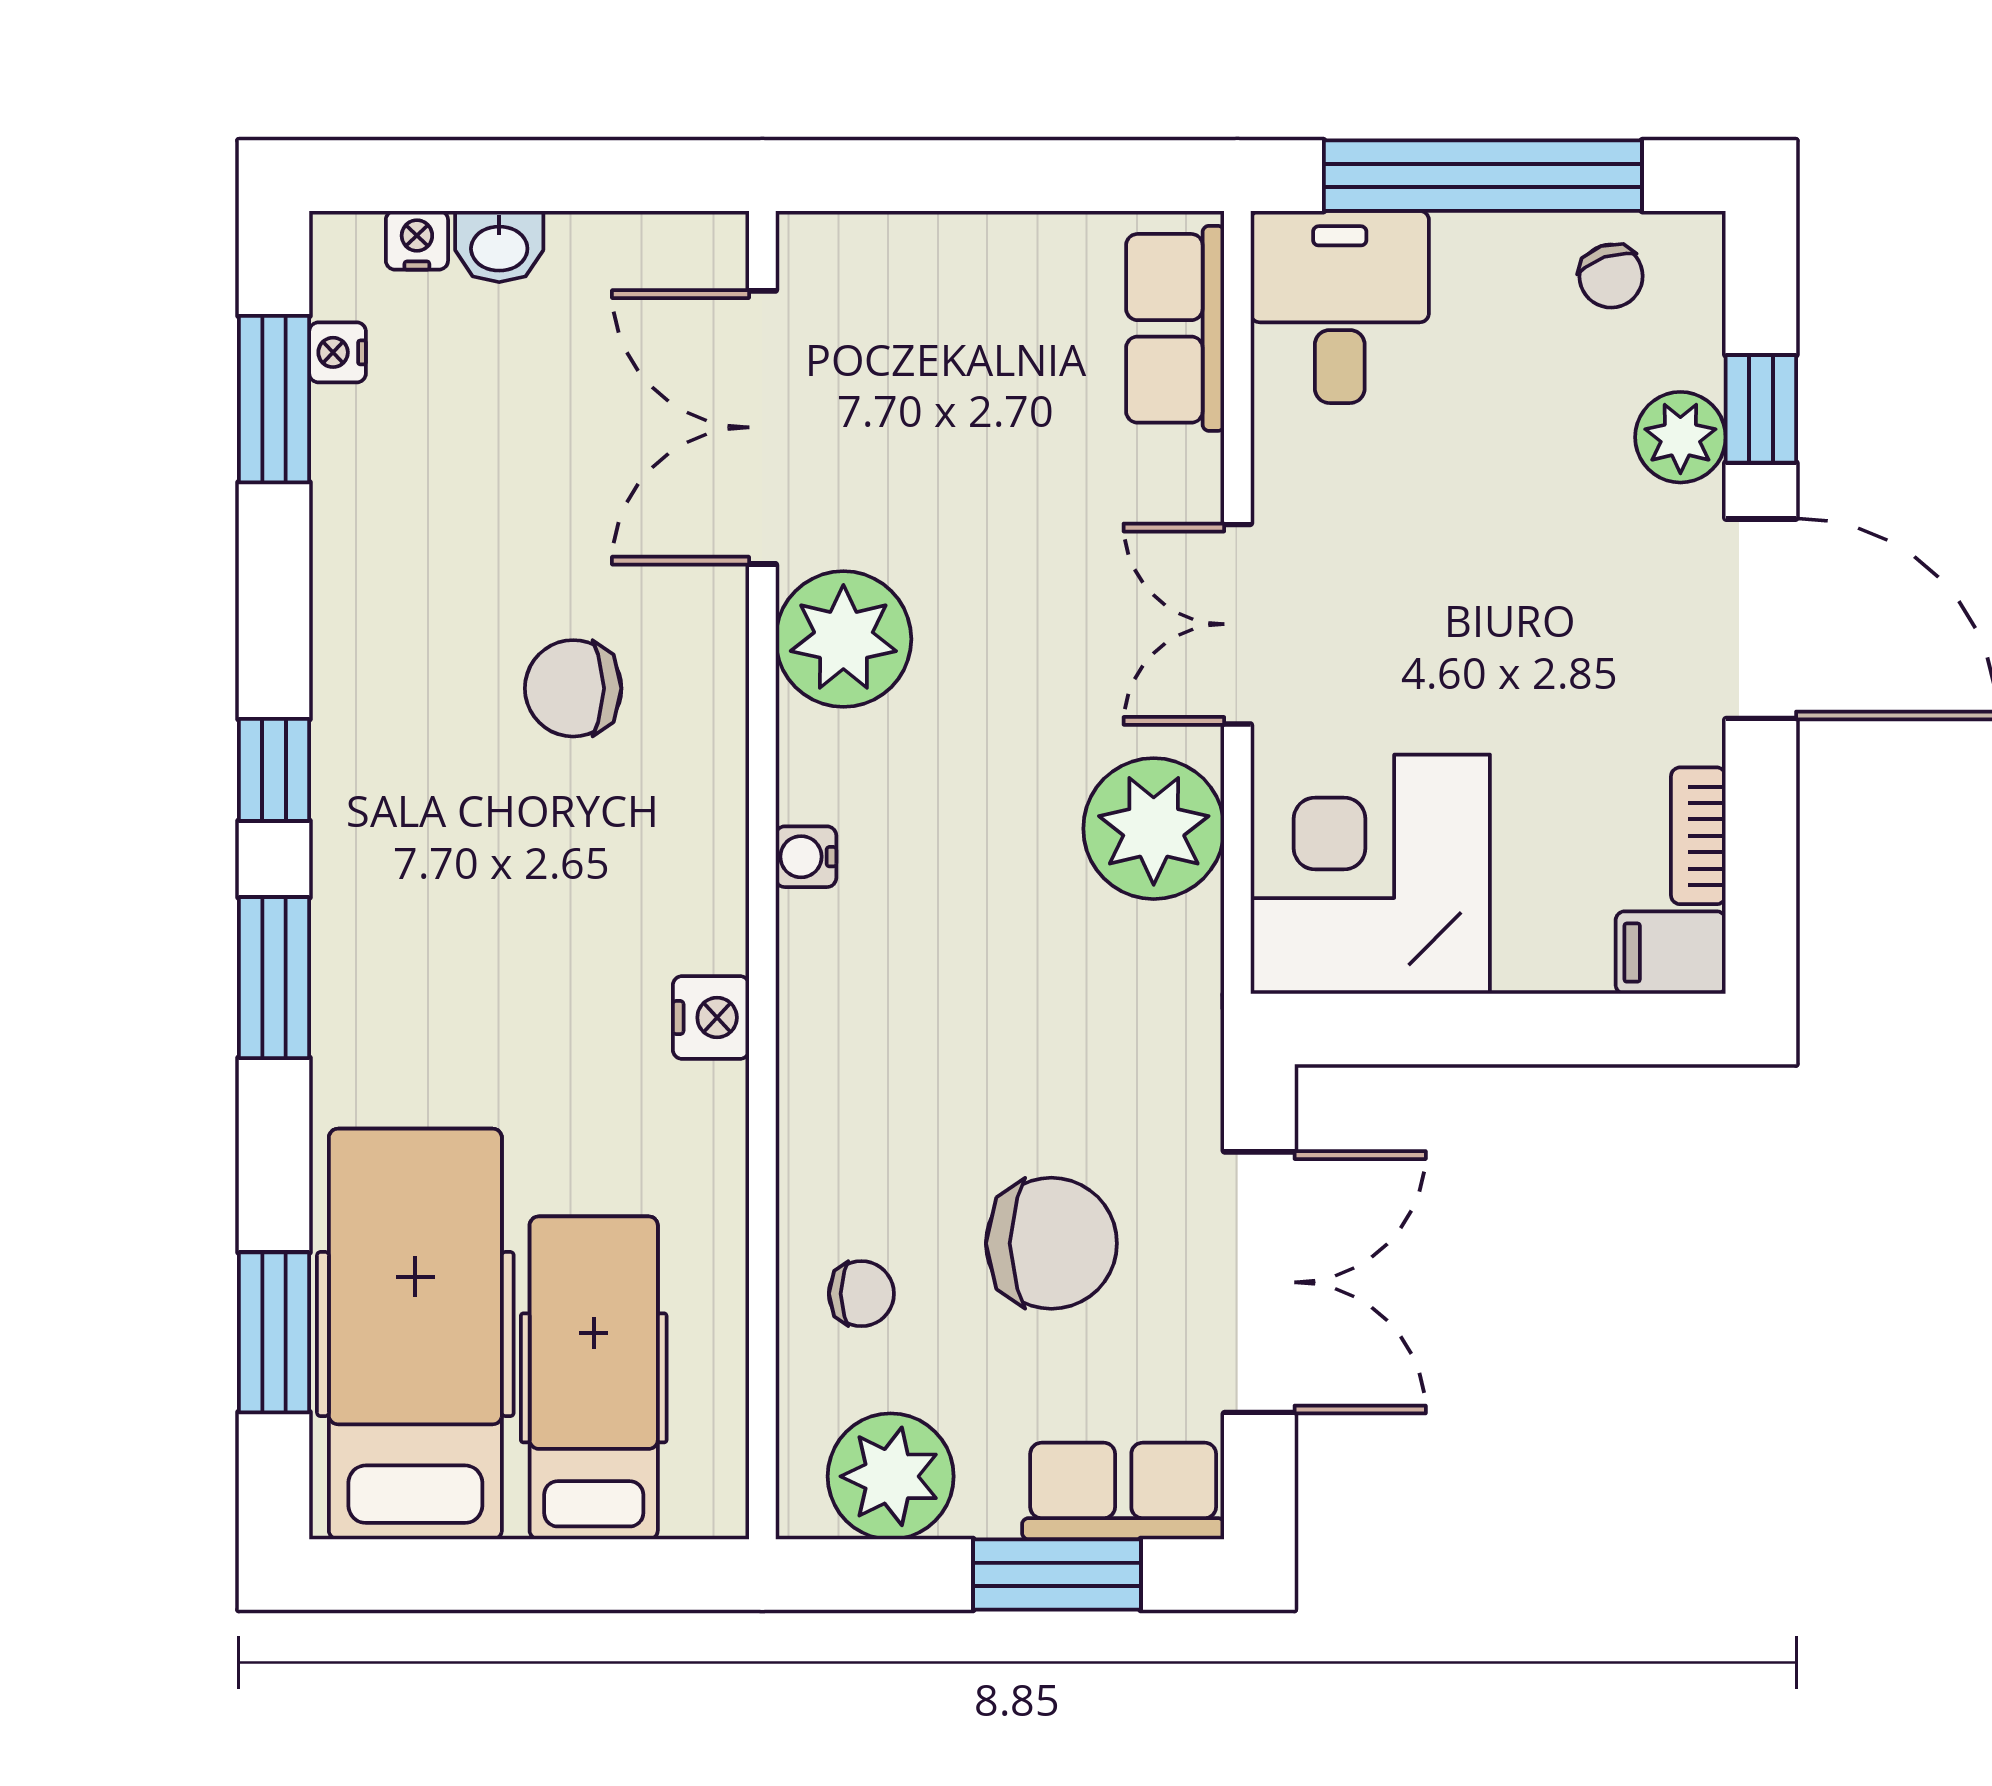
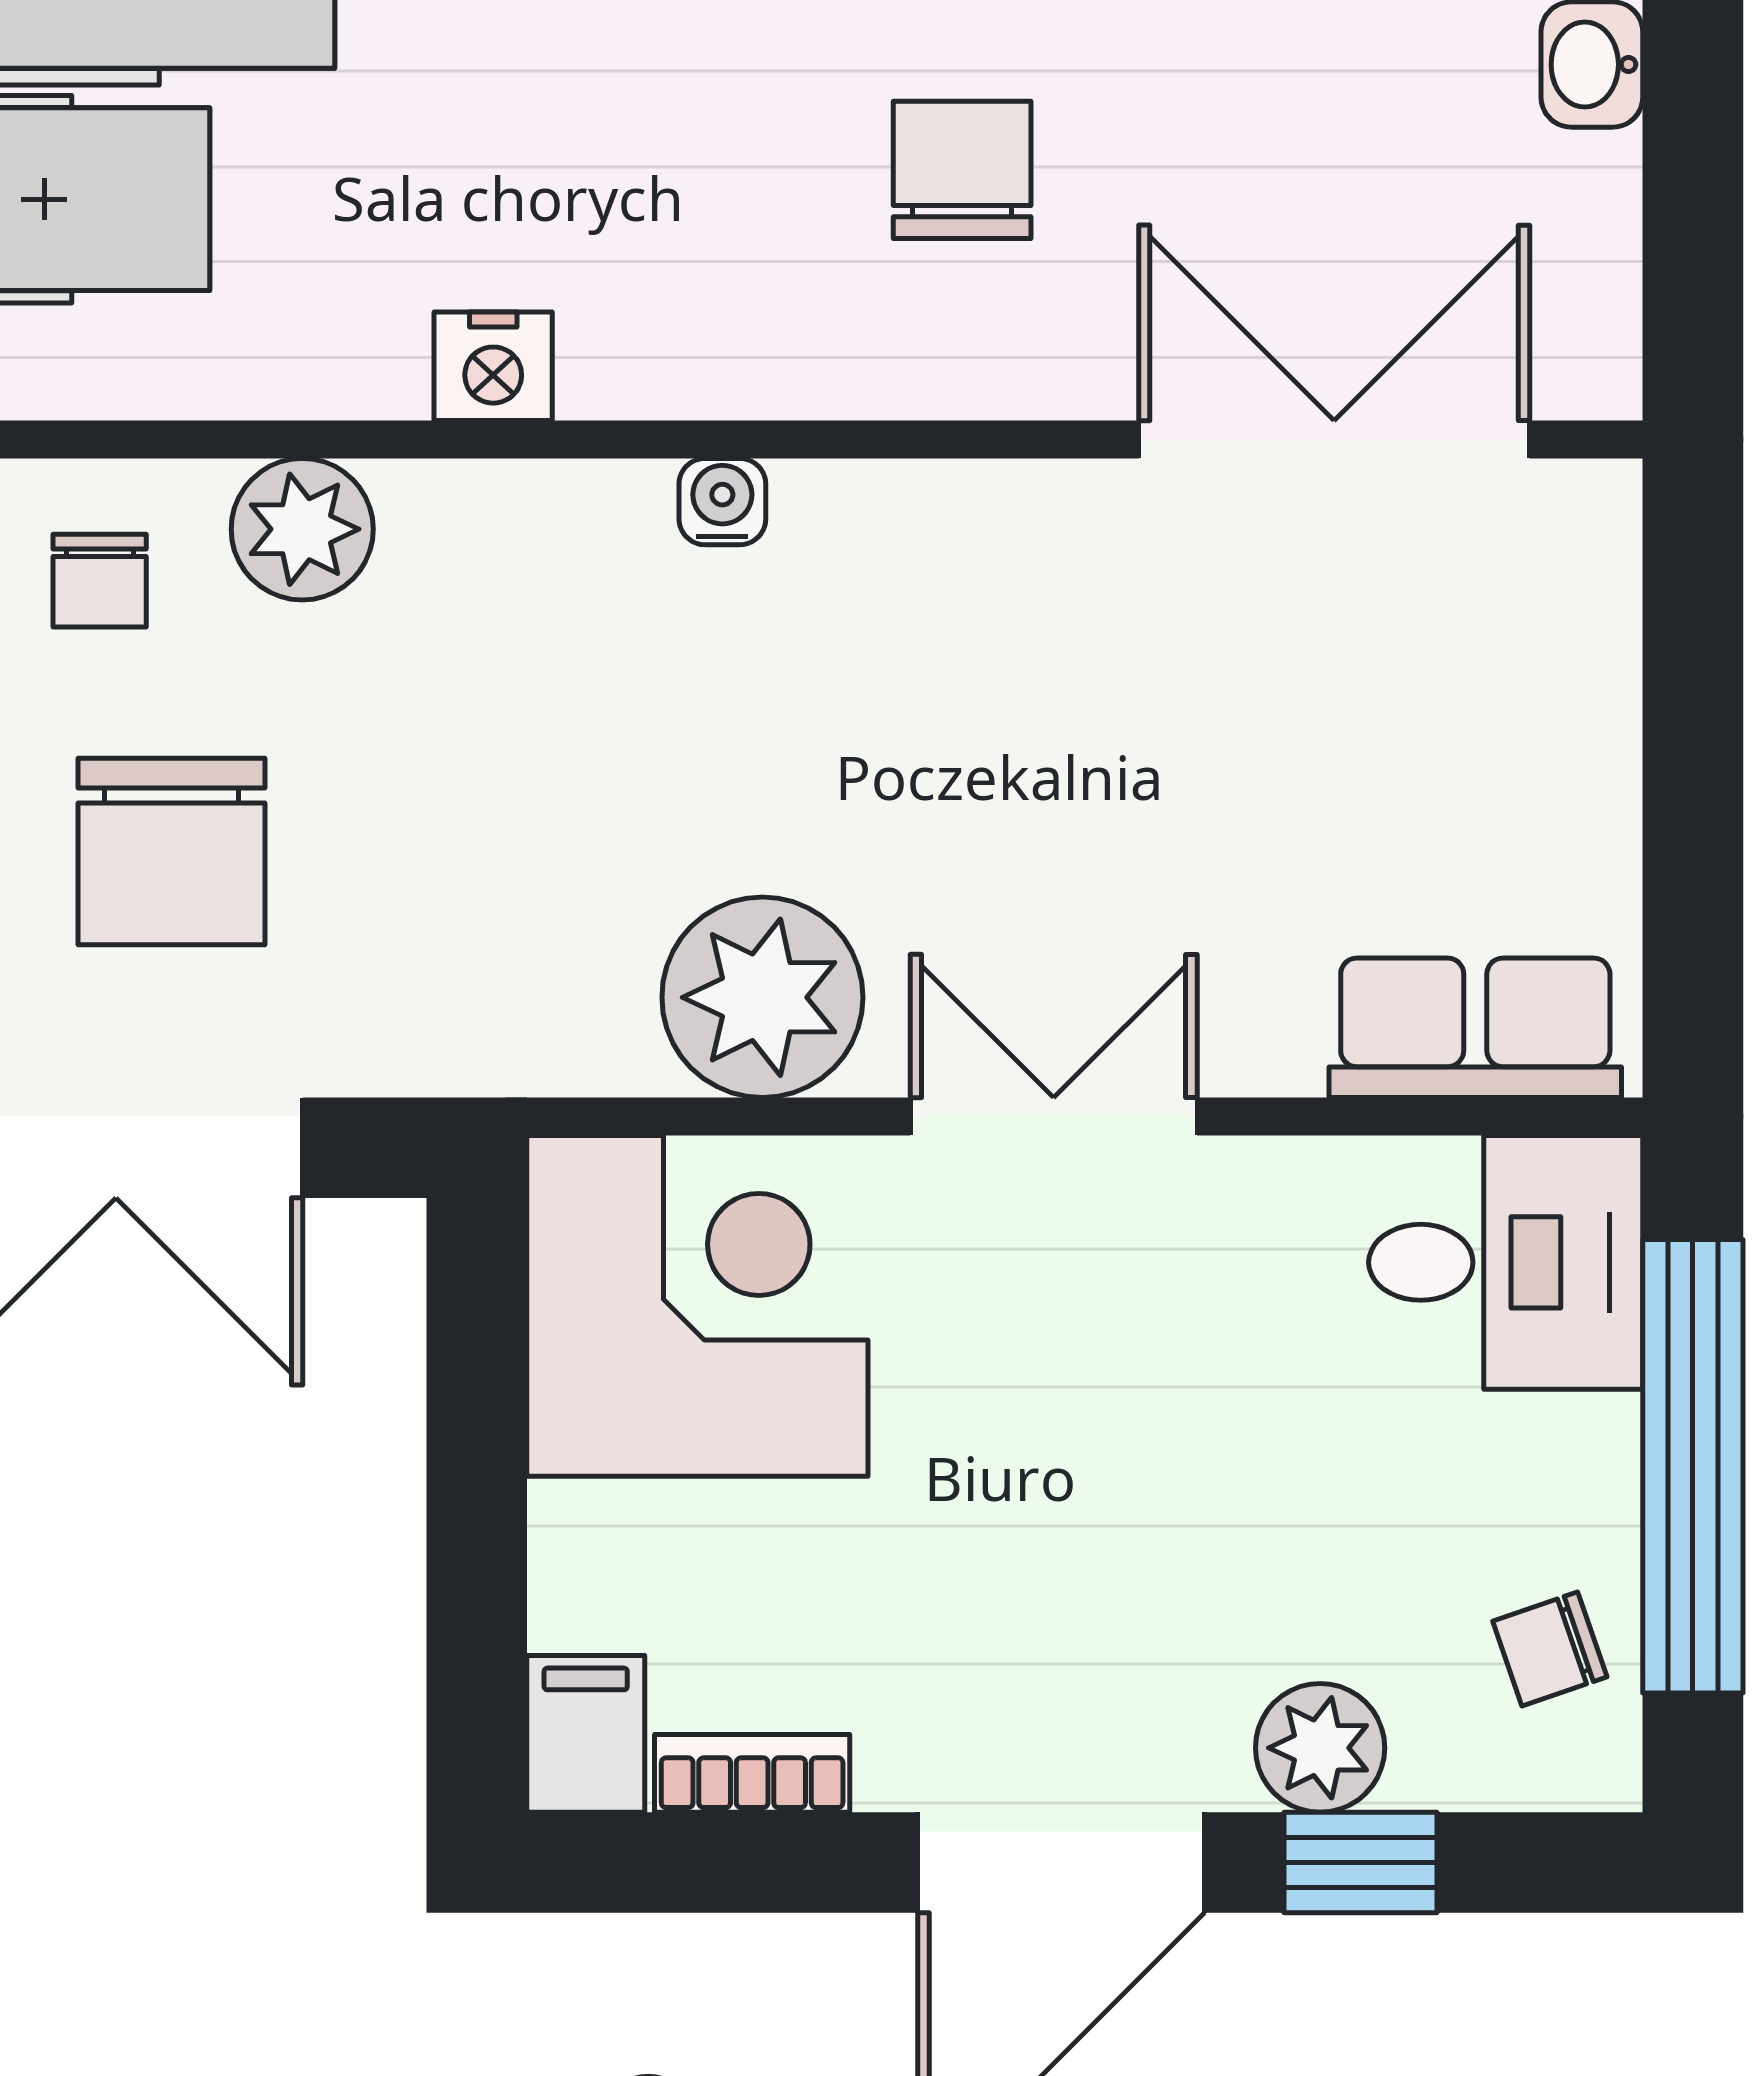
plant: (843, 639) -> (302, 529), moved, width x0.73, depth x0.73

